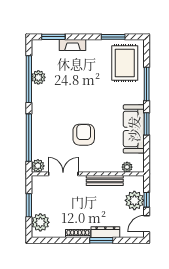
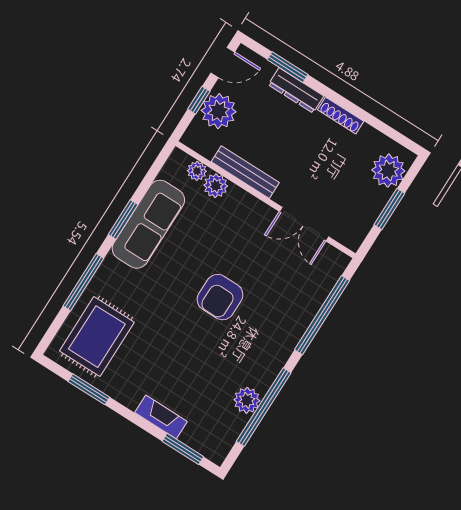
armchair: (84, 135) -> (220, 297), moved
plant: (38, 166) -> (216, 186), moved
window: (101, 240) -> (287, 67), moved

